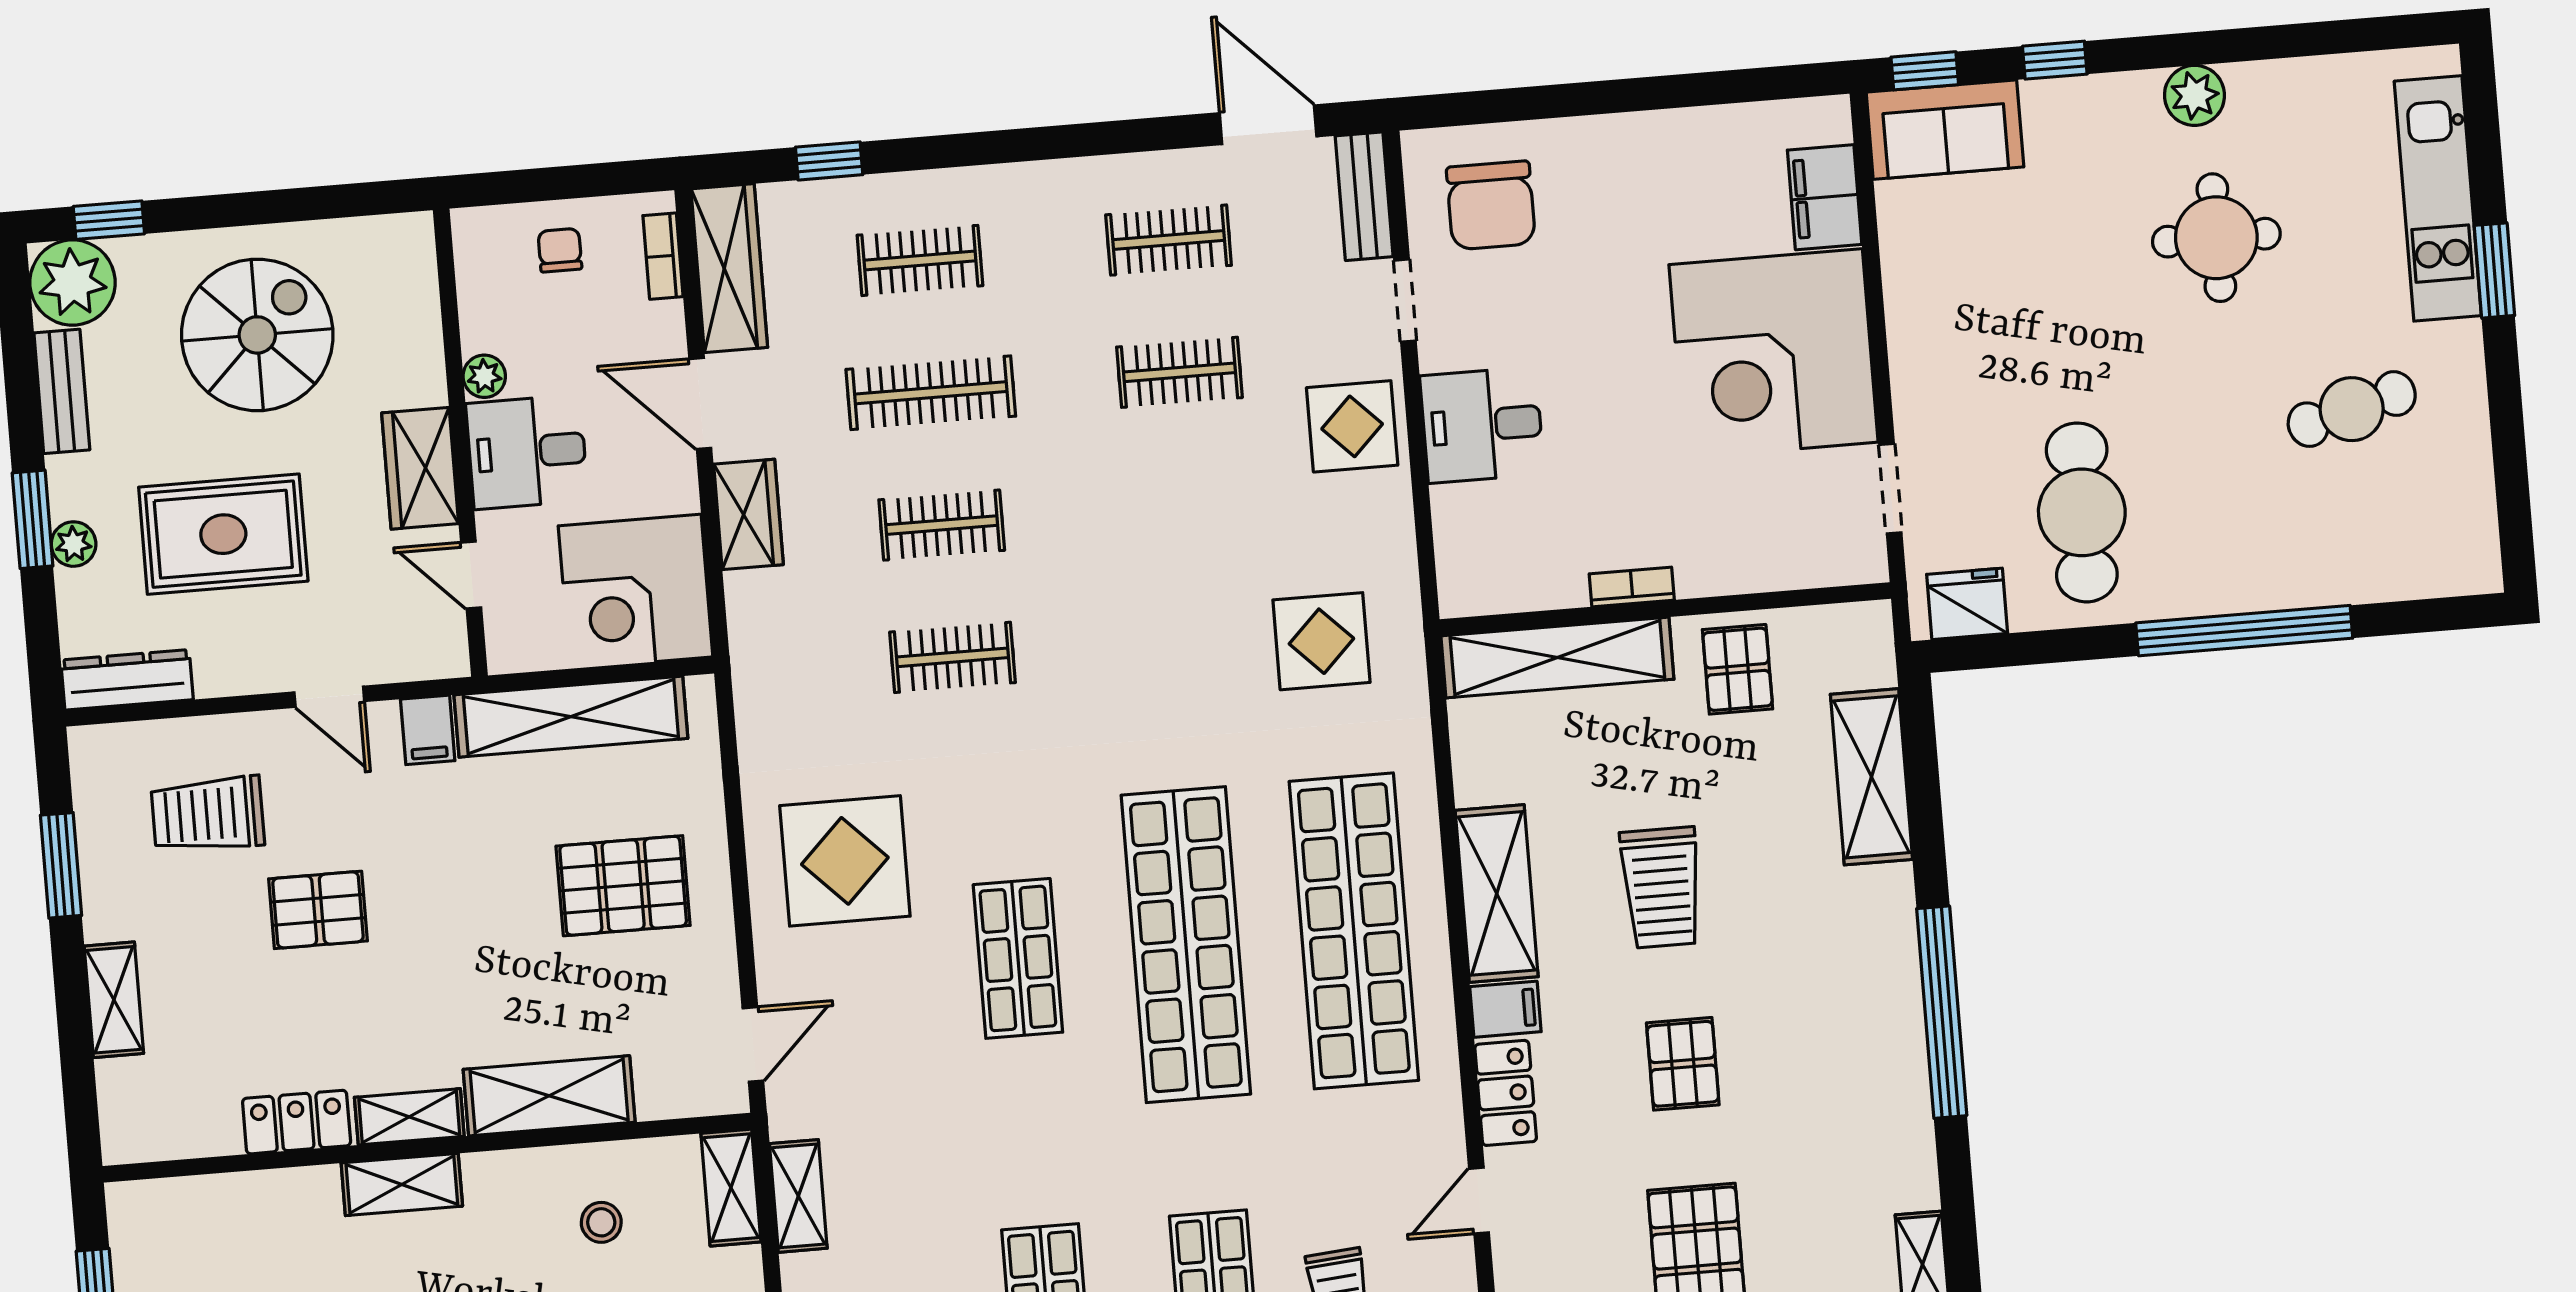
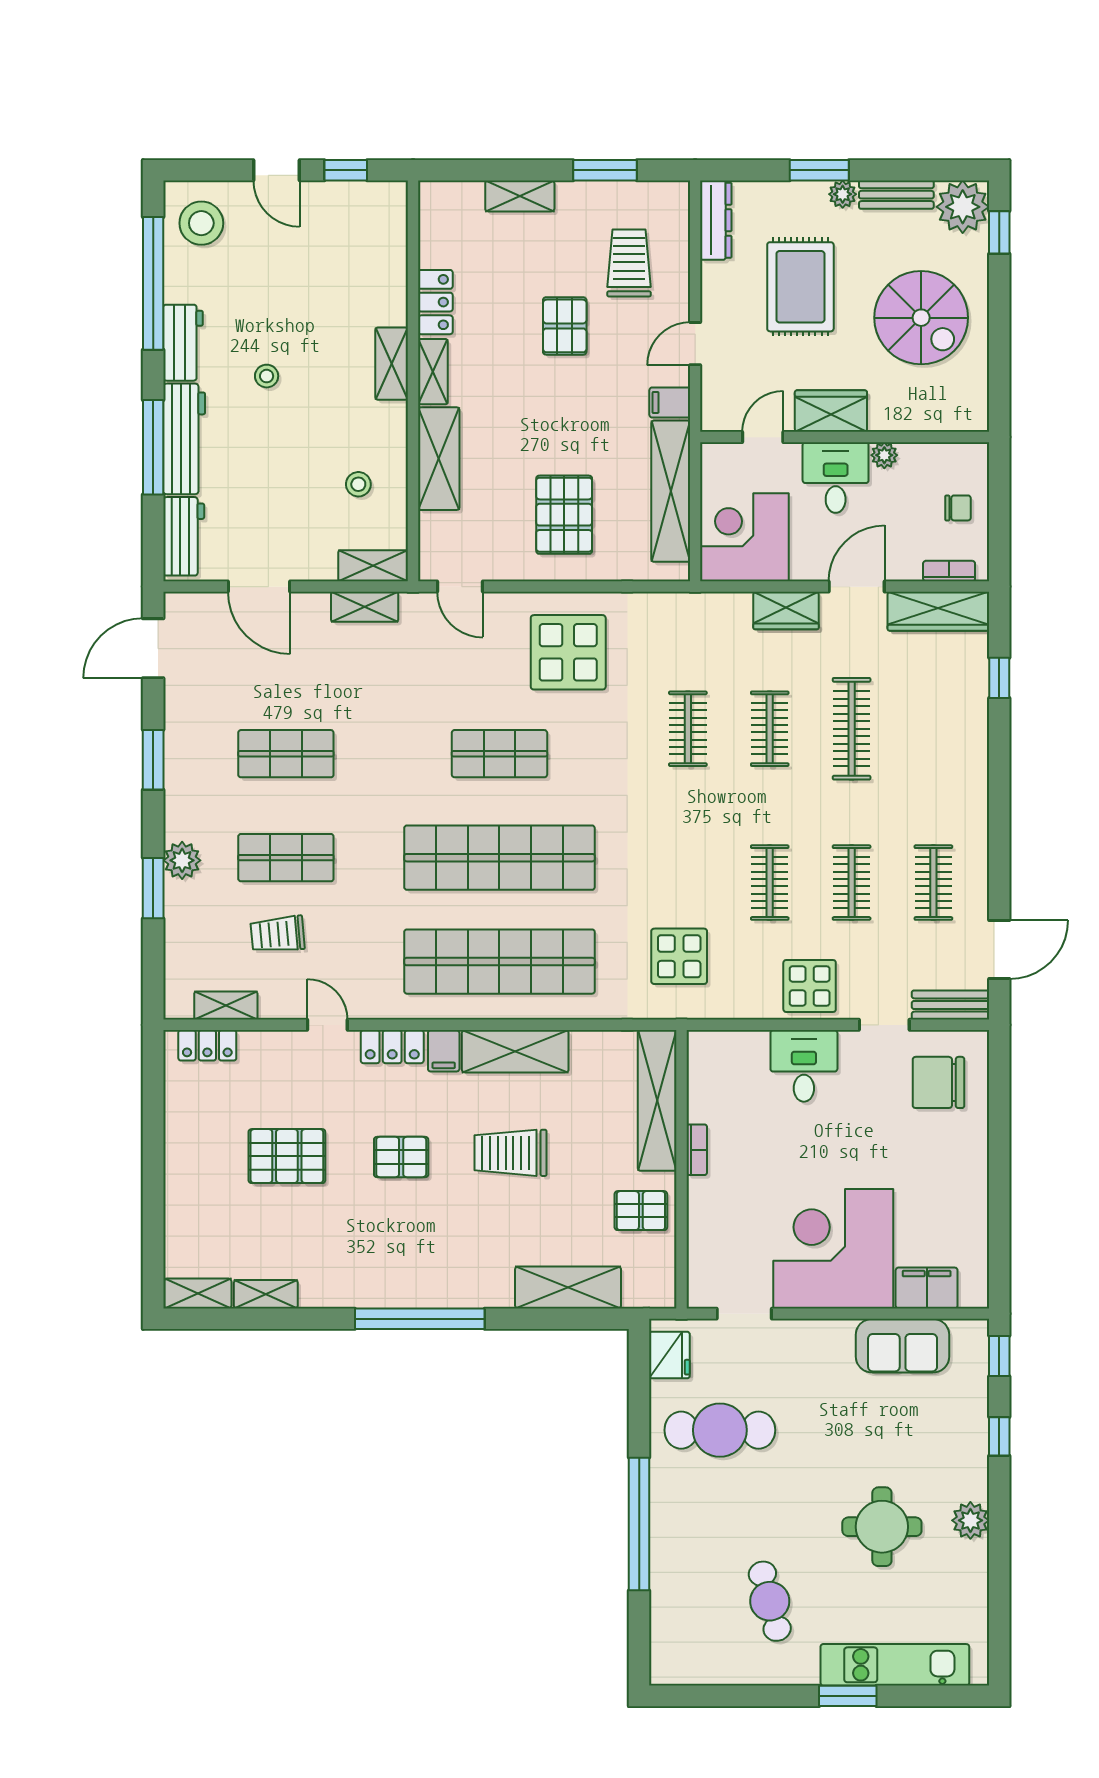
sofa: (1945, 130) -> (903, 1346), moved, turned -90
clothes rail: (920, 260) -> (770, 883), moved
plant: (74, 544) -> (843, 194), moved

